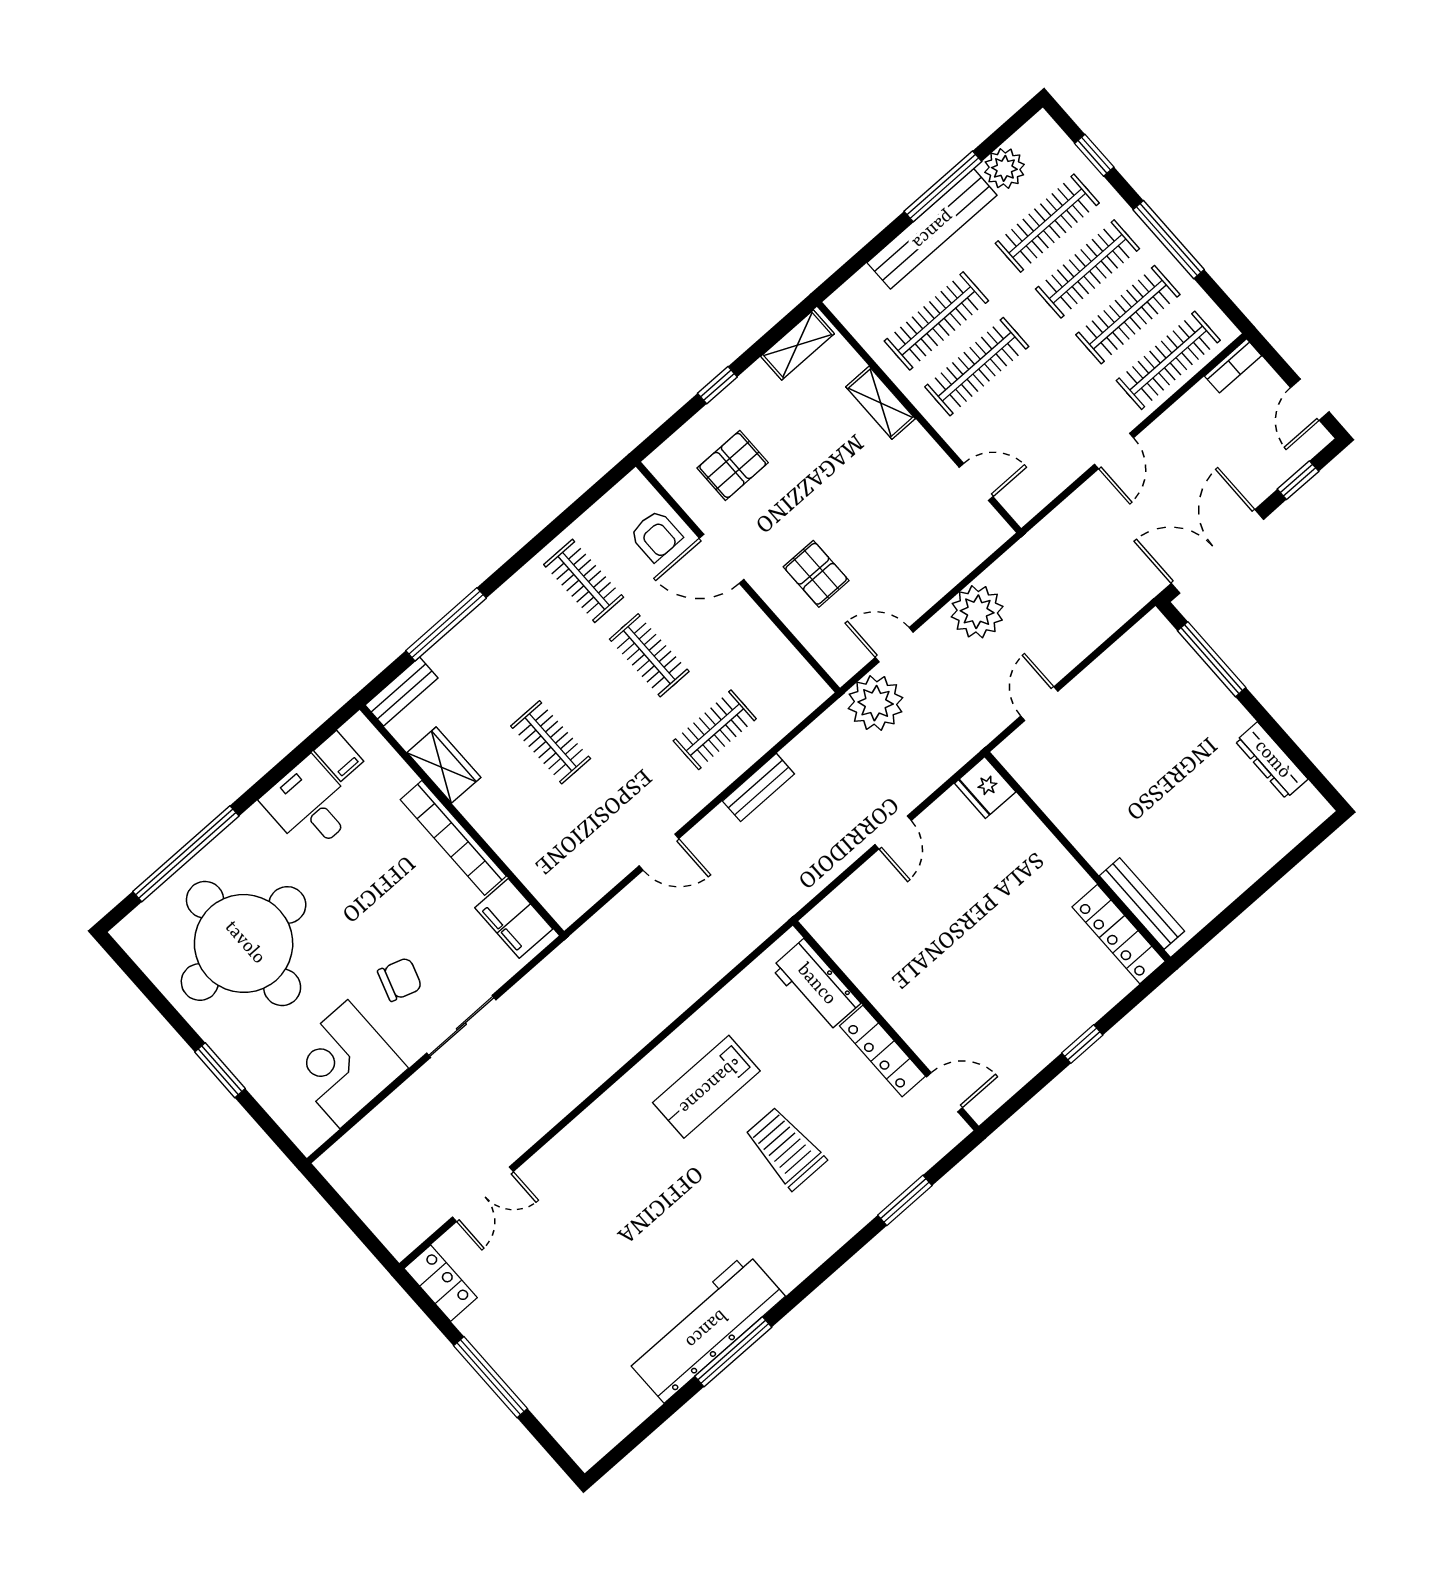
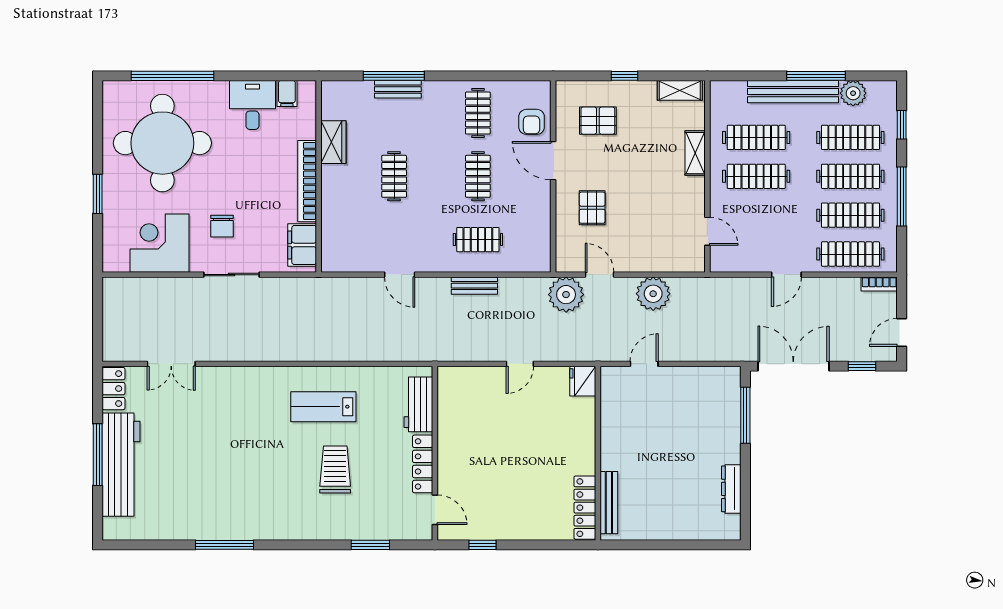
bench: (402, 691) -> (398, 89), moved
chair: (400, 979) -> (222, 226), turned 72
window: (1082, 1044) -> (482, 545), moved
workbench: (705, 1328) -> (121, 465), moved, turned 90

